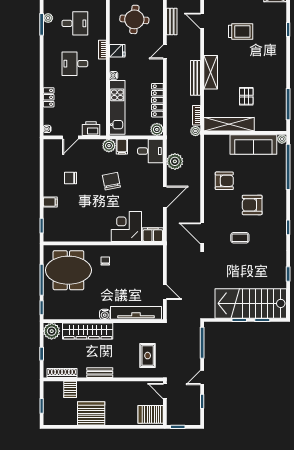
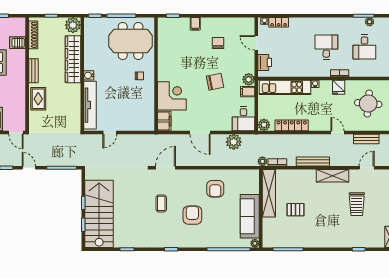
shelving: (211, 72) -> (332, 176), moved
locker: (49, 97) -> (279, 22), moved
meeting table: (68, 270) -> (131, 41), turned 90
rug: (148, 356) -> (38, 99), moved, turned 90
door: (165, 391) -> (16, 132), swing flipped

